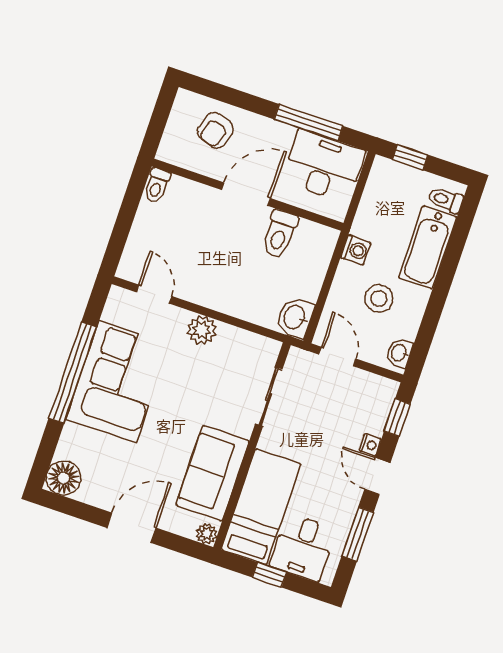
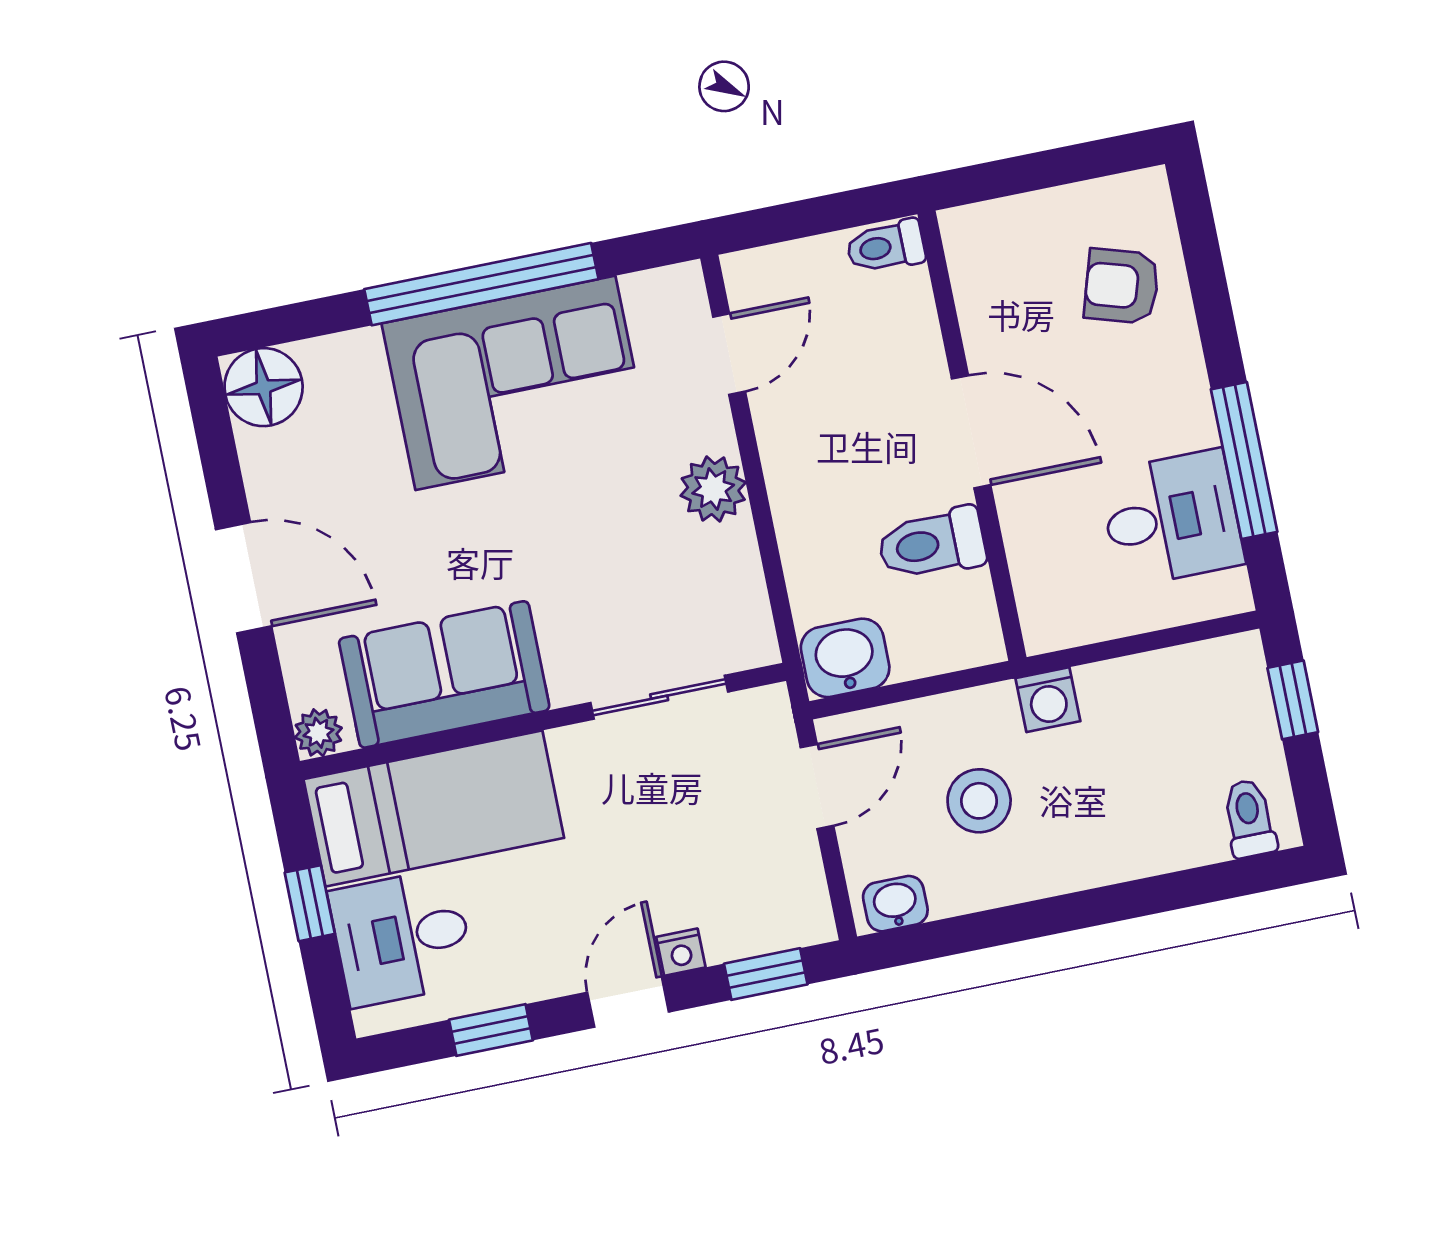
desk: (324, 166) -> (1171, 518), width x0.73
toilet: (157, 185) -> (886, 247), moved
door: (246, 194) -> (971, 432), moved
wall: (248, 195) -> (972, 436), moved
toilet: (280, 234) -> (932, 544), moved
bathtub: (428, 247) -> (1136, 838), removed
window: (358, 534) -> (491, 1030), width x0.67

